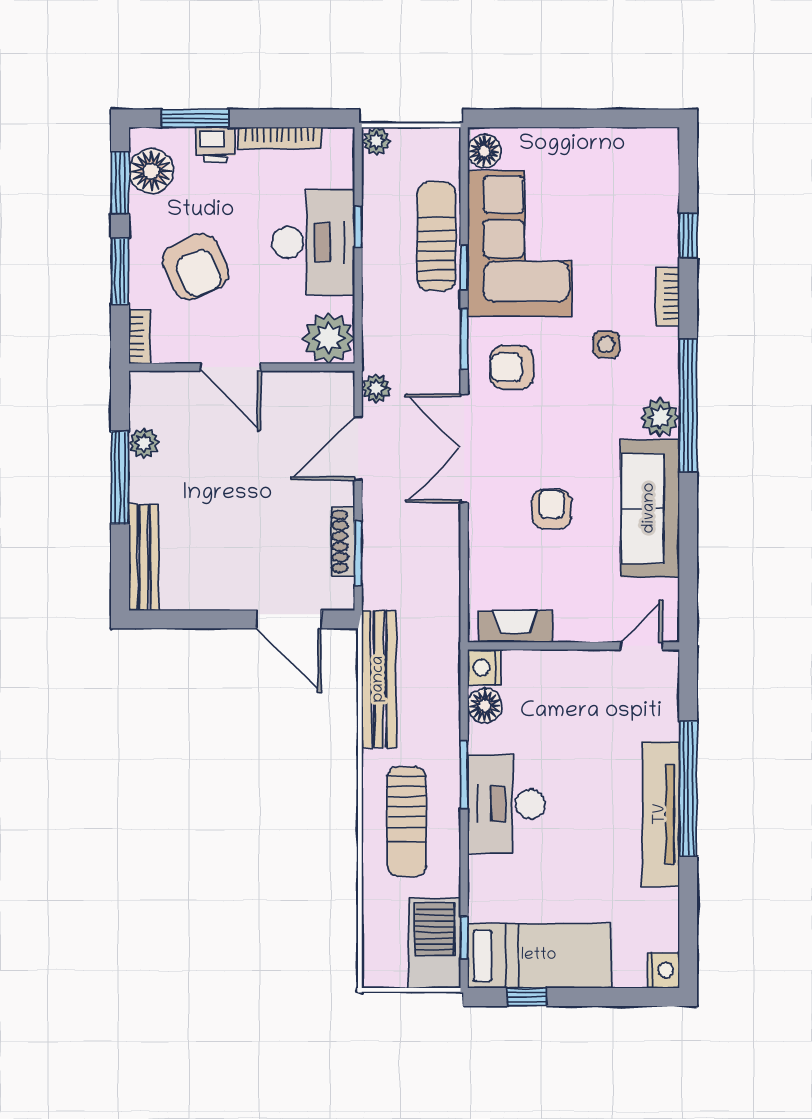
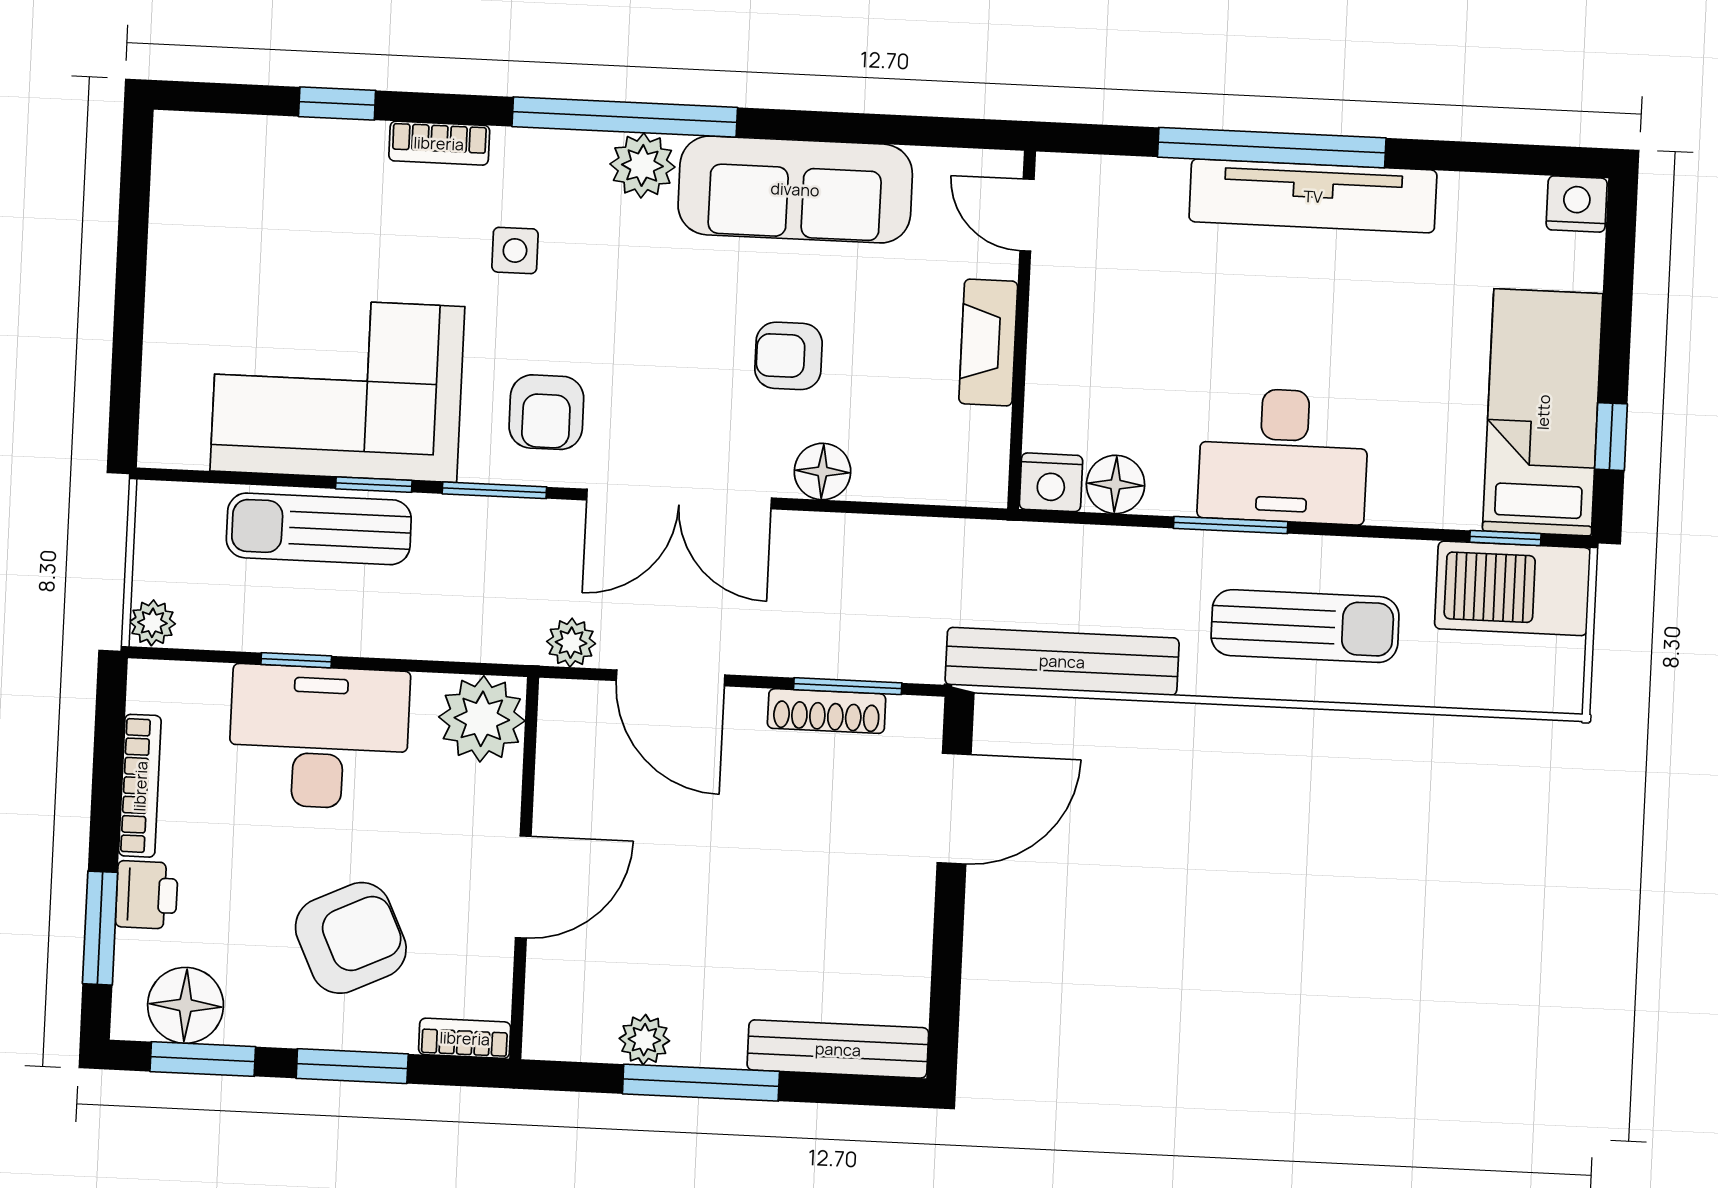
floor lamp: (484, 151) -> (822, 472), moved
fireplace: (515, 627) -> (988, 342), moved

